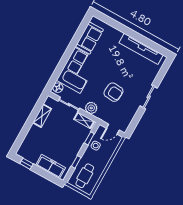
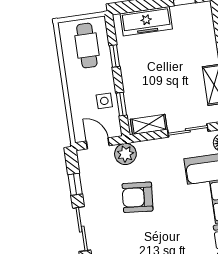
plant: (91, 108) -> (125, 154), moved
window: (136, 119) -> (75, 184), added
door: (113, 129) -> (98, 143), hinge flipped

